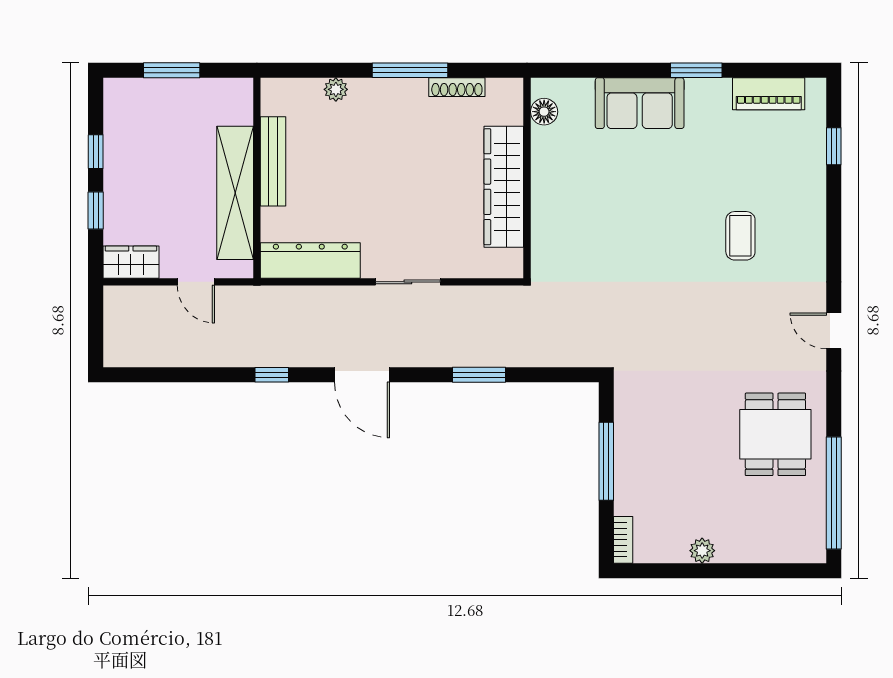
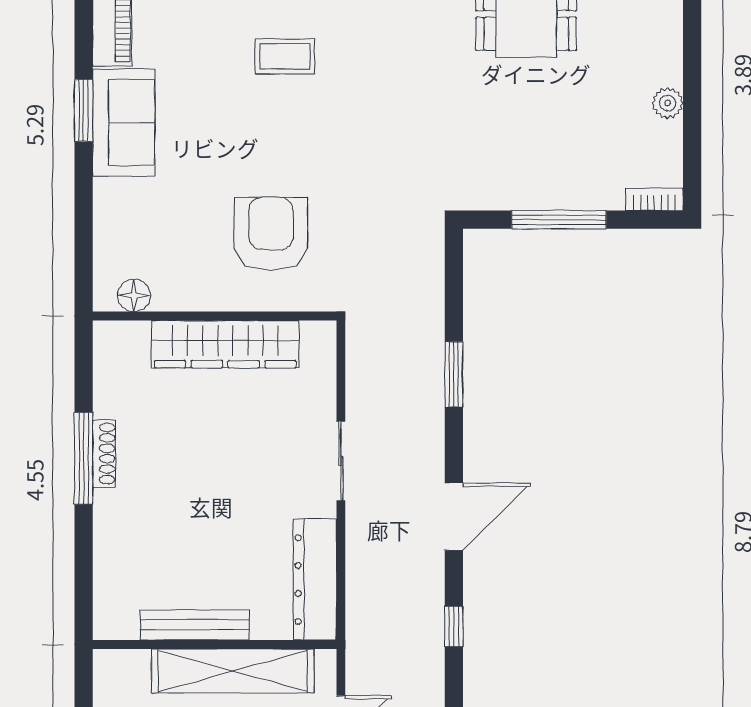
shoe rack: (457, 87) -> (104, 453), moved
plant: (336, 89) -> (107, 549), removed
sofa: (640, 103) -> (124, 123), moved
armchair: (595, 224) -> (271, 234), added

